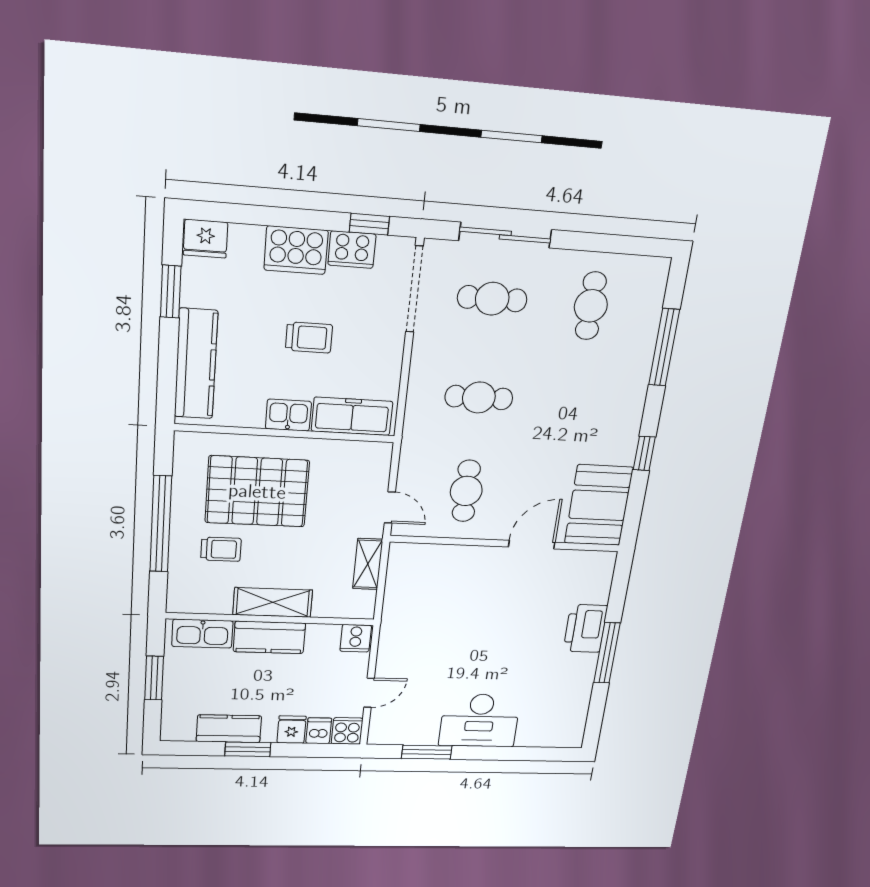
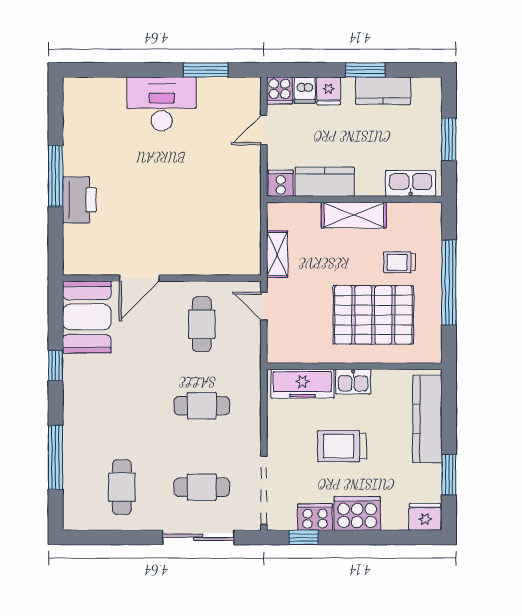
trolley: (309, 337) -> (342, 446), width x1.36, depth x1.39
kitchen counter: (269, 637) -> (325, 182), moved

